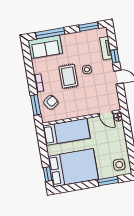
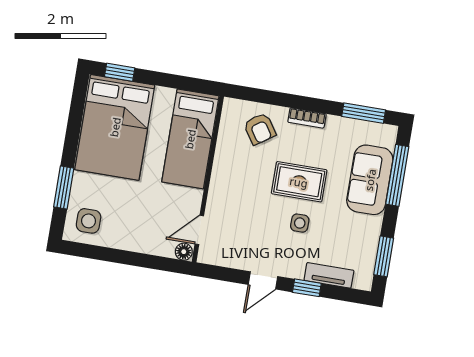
sofa: (45, 47) -> (370, 180), moved
window: (36, 105) -> (364, 113), moved

